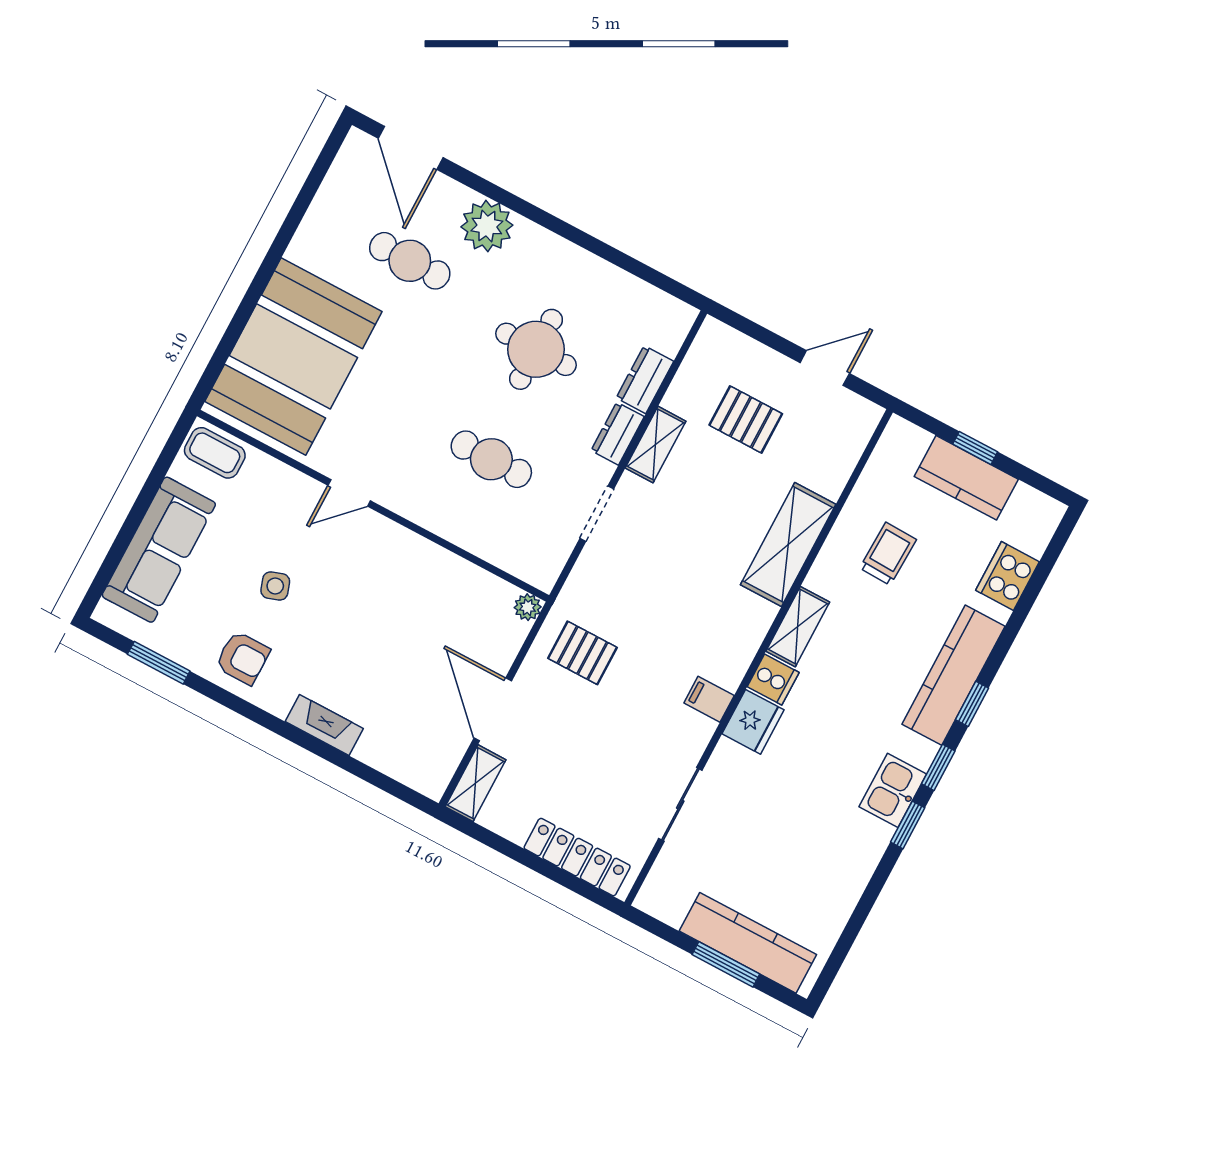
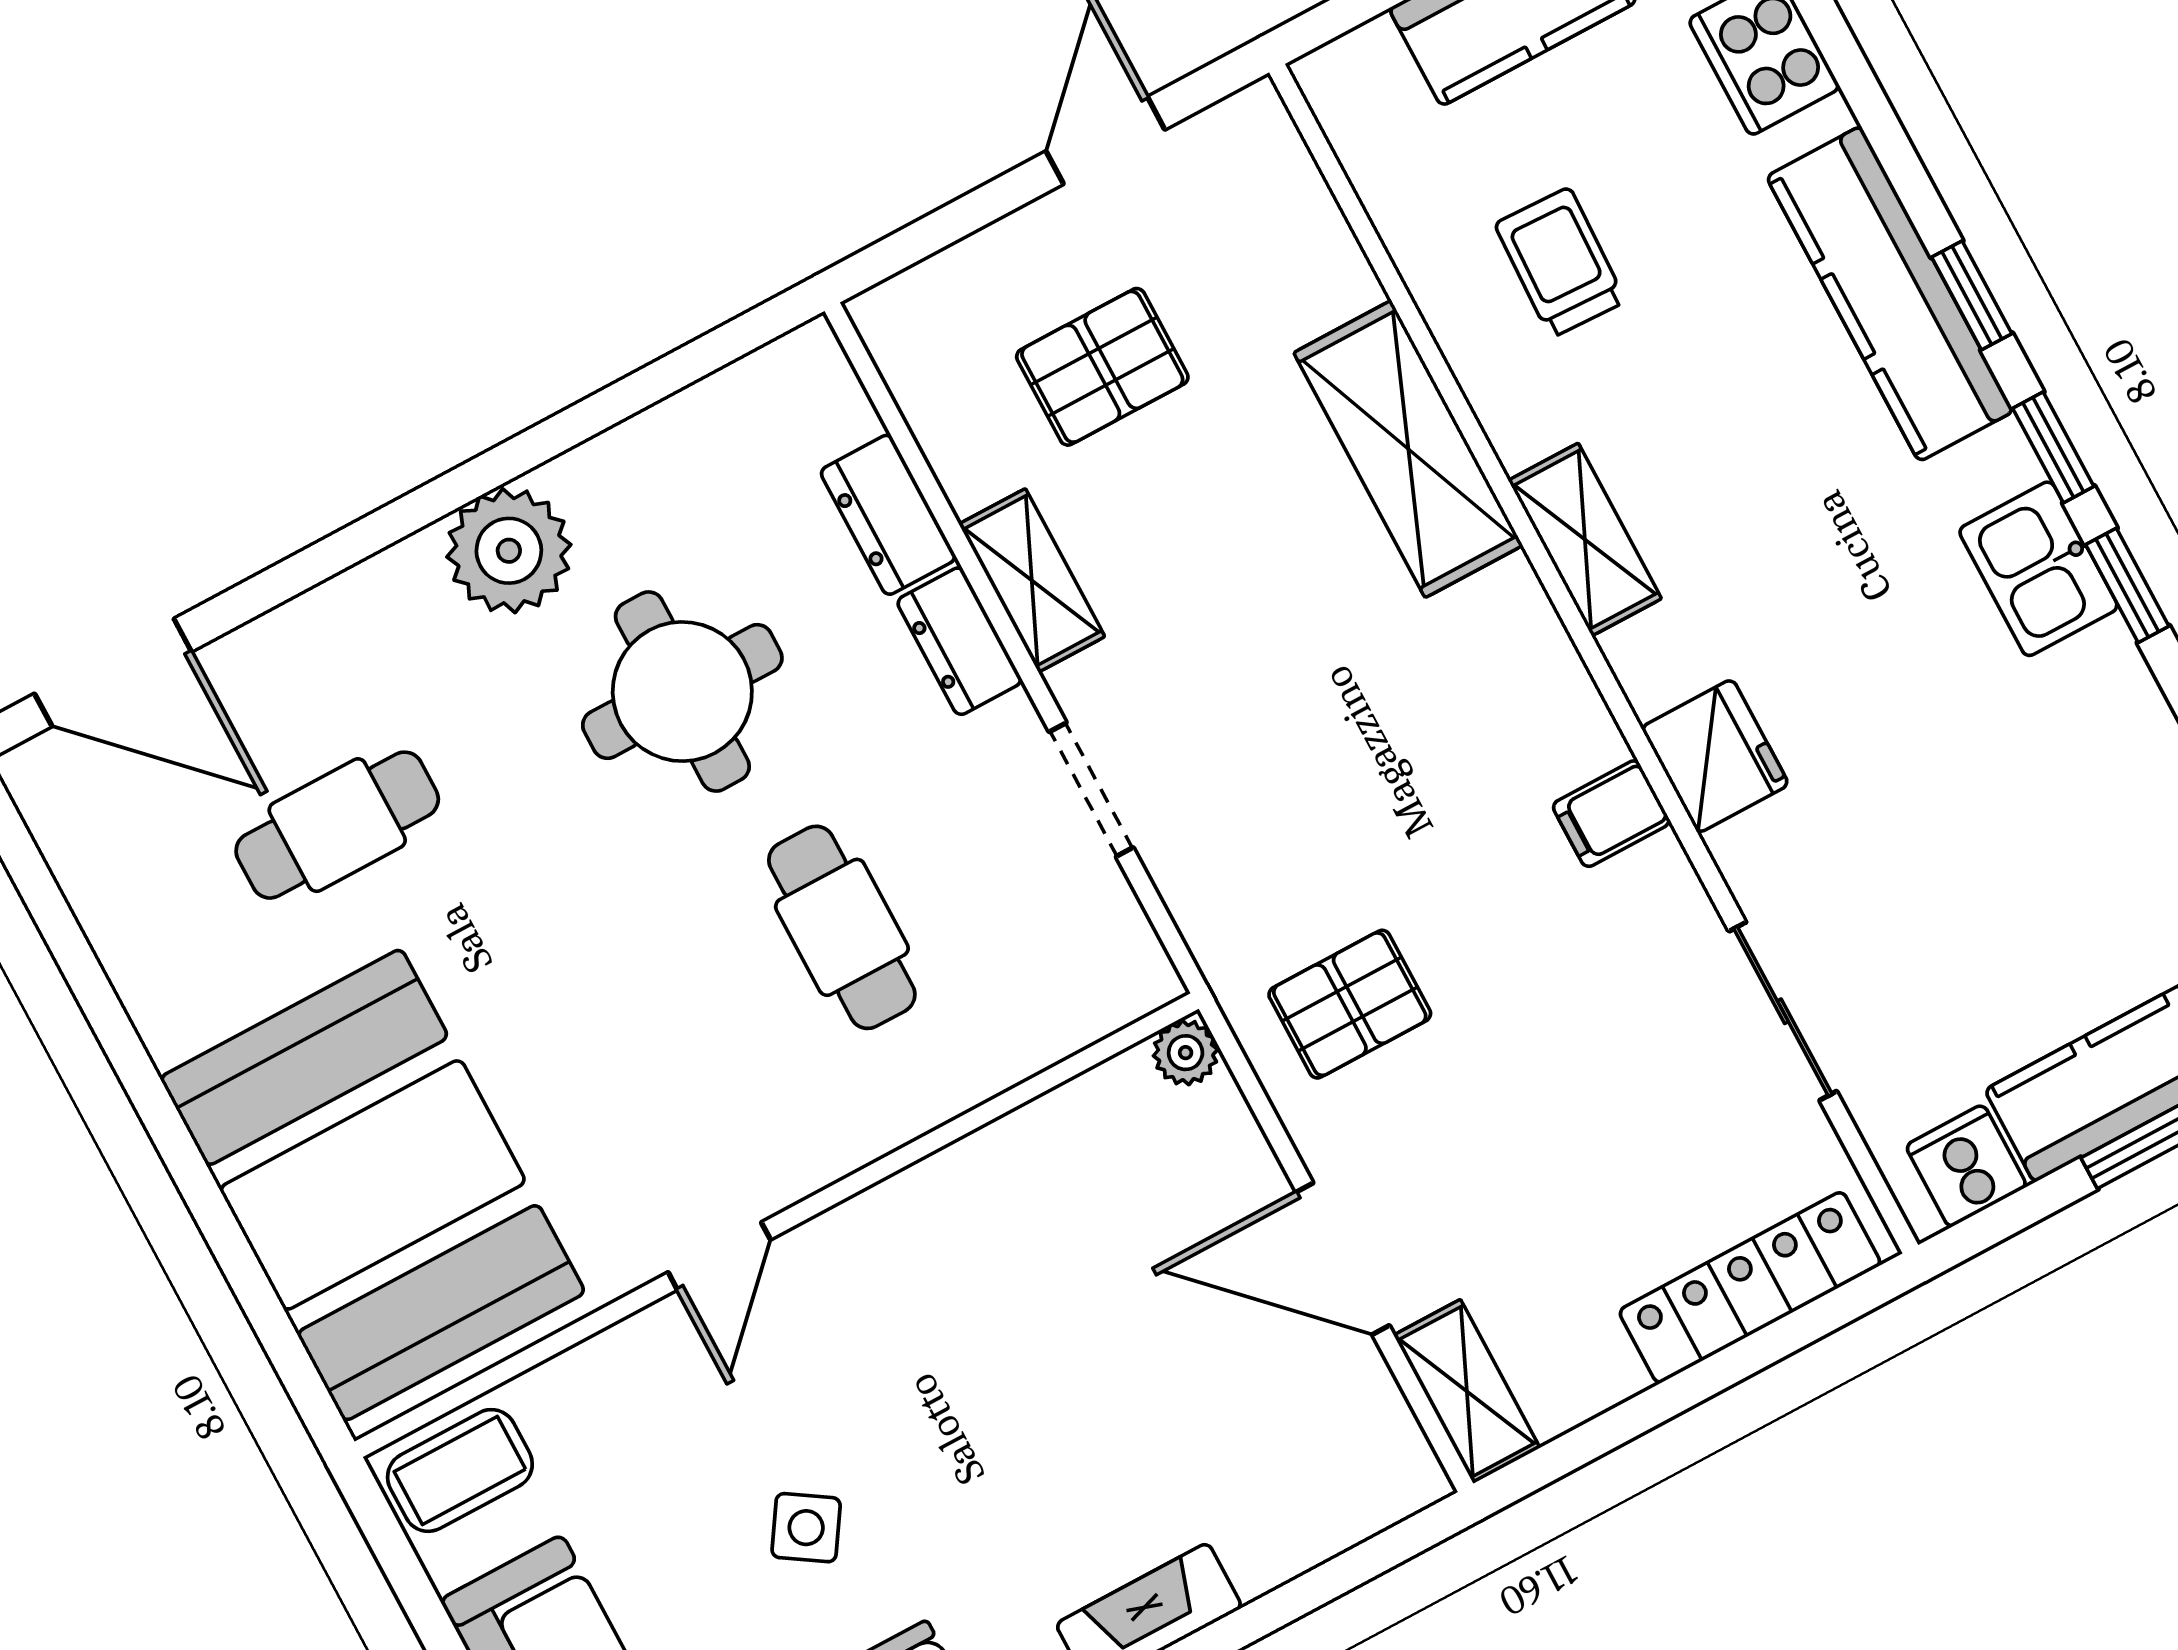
plant: (487, 226) -> (509, 551), moved
cafe table: (491, 459) -> (842, 927), turned 90
side table: (275, 586) -> (806, 1528), turned -38
cooker: (773, 680) -> (1966, 1166), moved, turned -90

